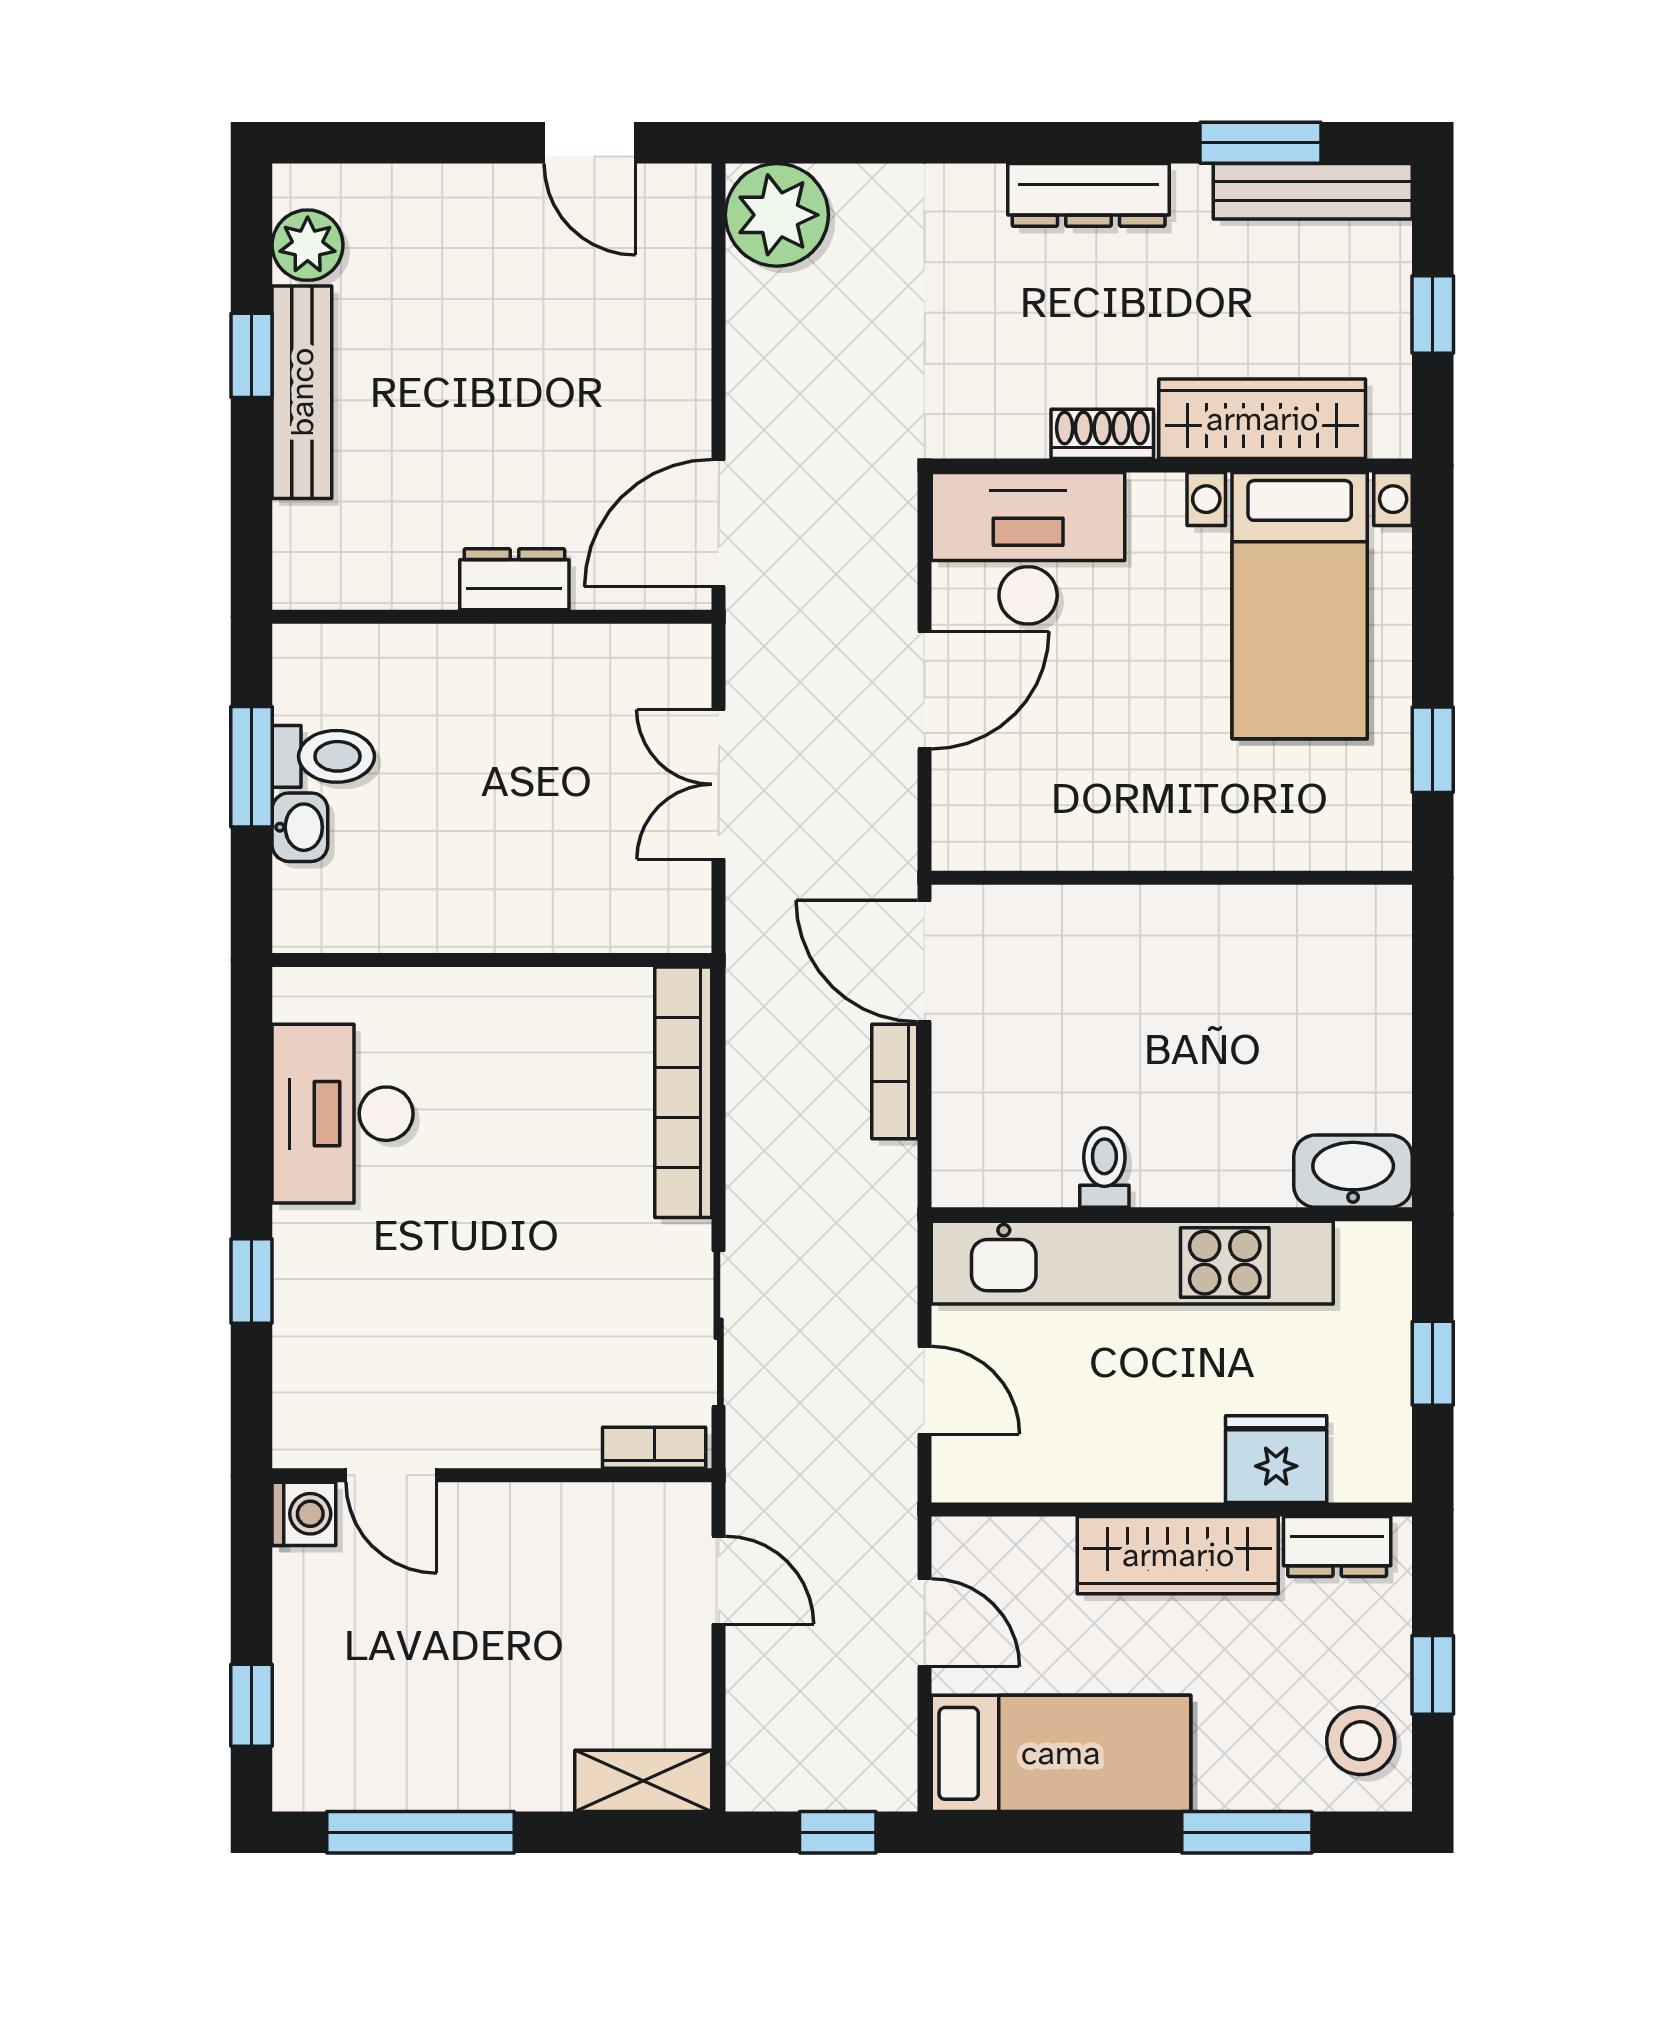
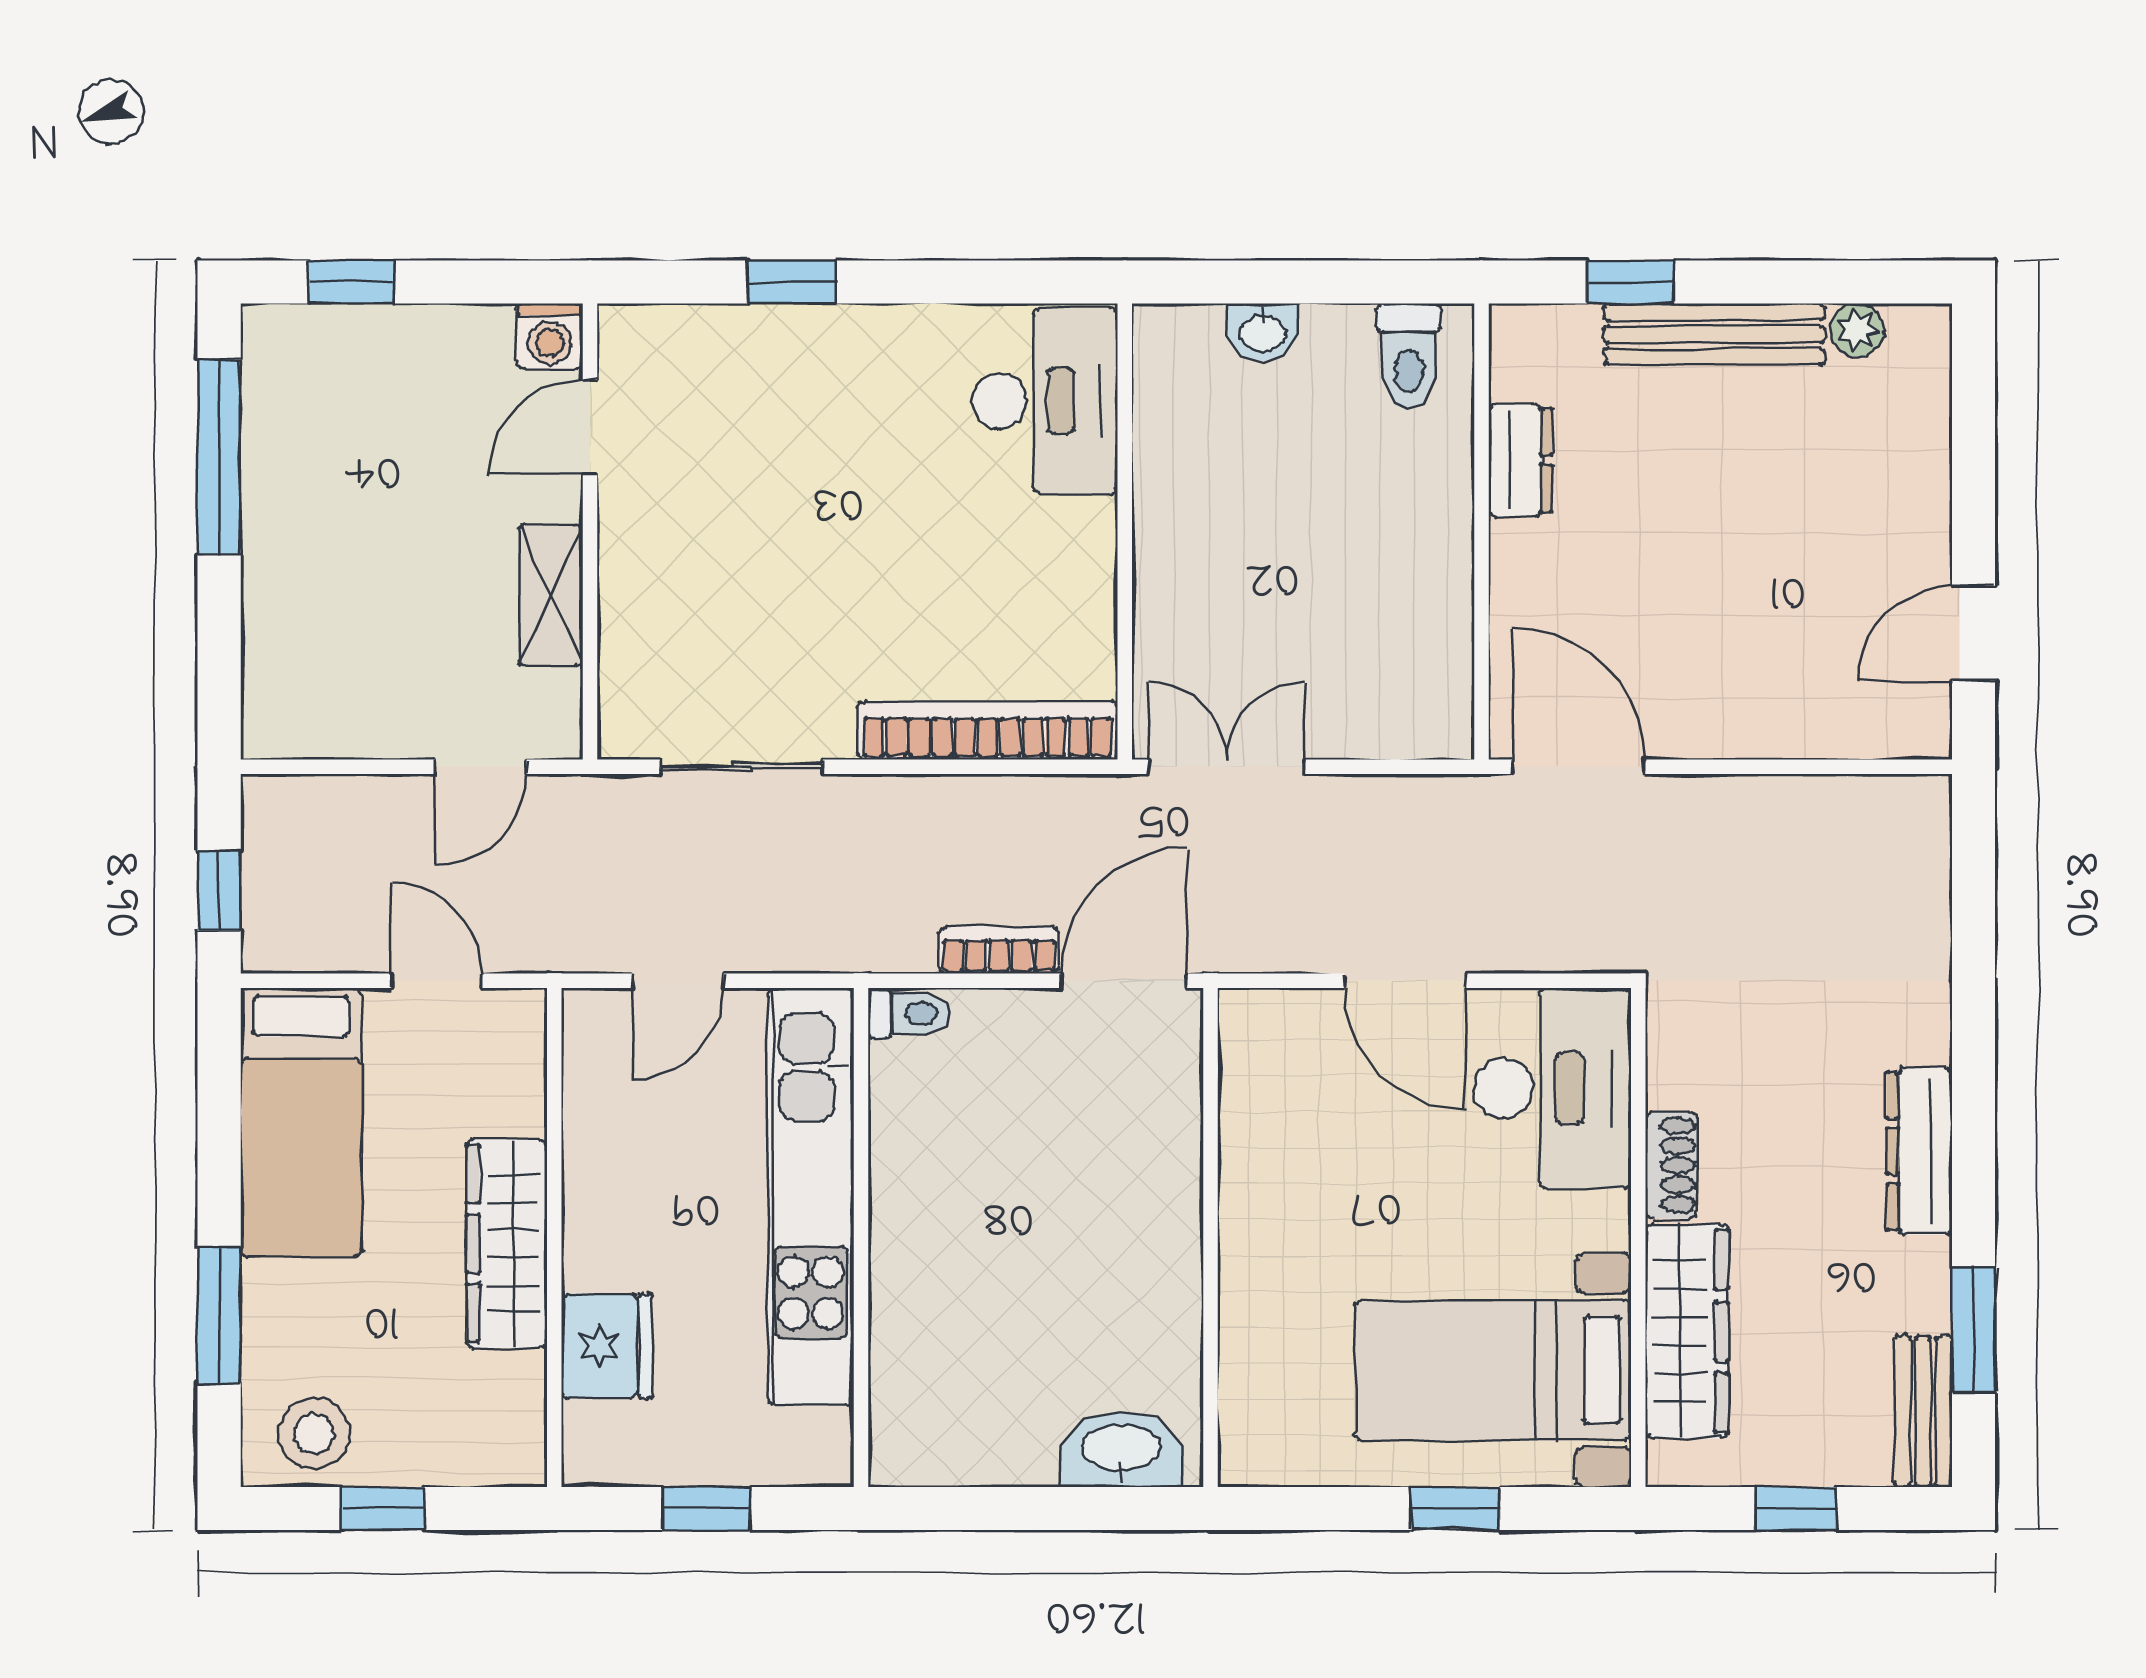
bench: (1313, 191) -> (1923, 1411), width x0.73
plant: (777, 215) -> (1899, 827), removed
plant: (308, 245) -> (1857, 330), width x0.73, depth x0.73
window: (252, 355) -> (1630, 282), moved
dresser: (514, 579) -> (1520, 460), moved
window: (1433, 750) -> (1455, 1509), moved
toilet: (323, 756) -> (1409, 356), moved
window: (252, 767) -> (1326, 282), removed
double door: (719, 784) -> (1226, 767), moved
desk: (343, 1114) -> (1045, 401), moved, turned 90
toilet: (1104, 1167) -> (909, 1013), moved
washbasin: (1353, 1171) -> (1121, 1450), moved, turned -90
bookcase: (654, 1448) -> (618, 700), removed
dresser: (1337, 1546) -> (516, 1409), removed
door: (925, 1623) -> (437, 981), swing flipped
shelving: (643, 1781) -> (551, 595), moved

